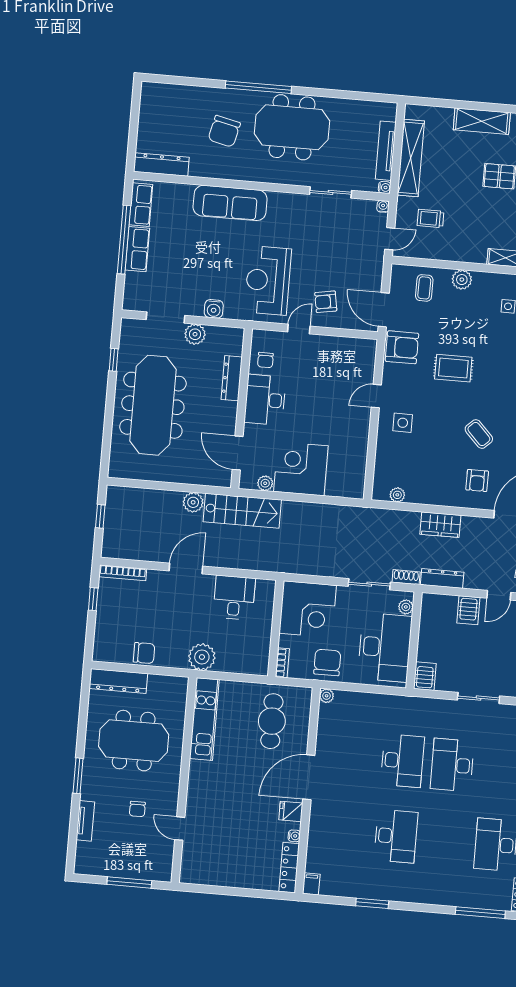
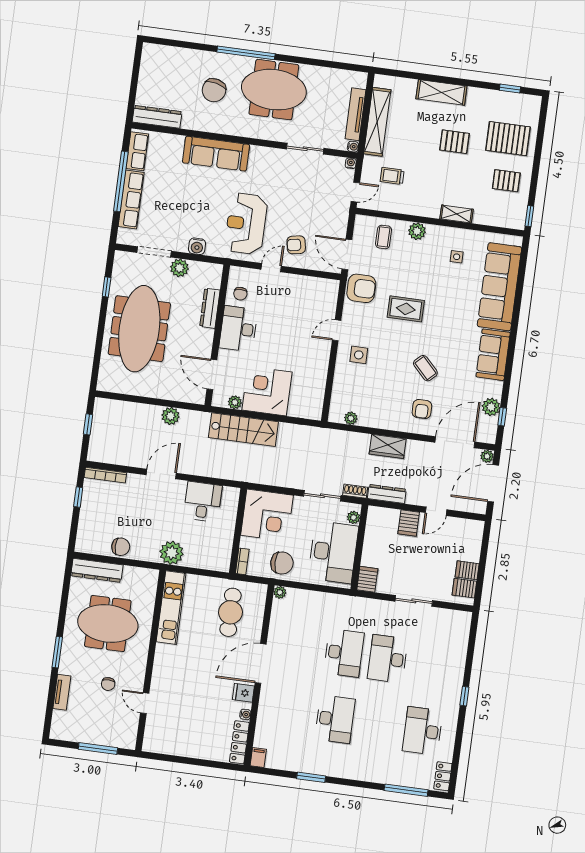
row of seats: (137, 249) -> (131, 200), width x1.48
stairs: (242, 511) -> (243, 430), moved
chair: (327, 662) -> (282, 563), turned 90

